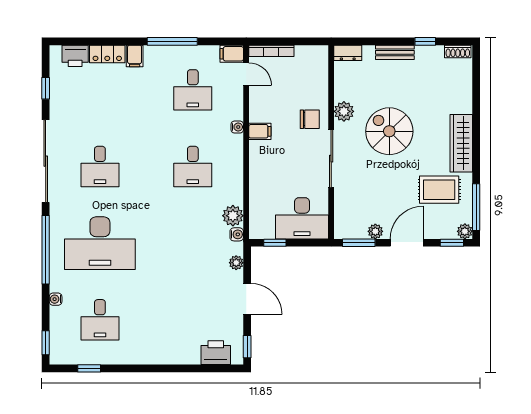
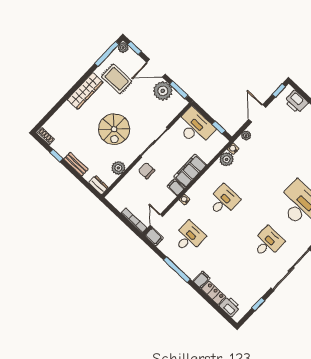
plant: (344, 111) -> (118, 168), moved
filing cabinet: (261, 165) -> (190, 171), added
plant: (375, 231) -> (163, 91), width x1.88, depth x1.88

